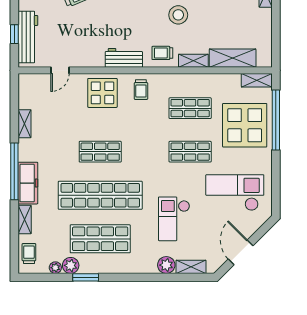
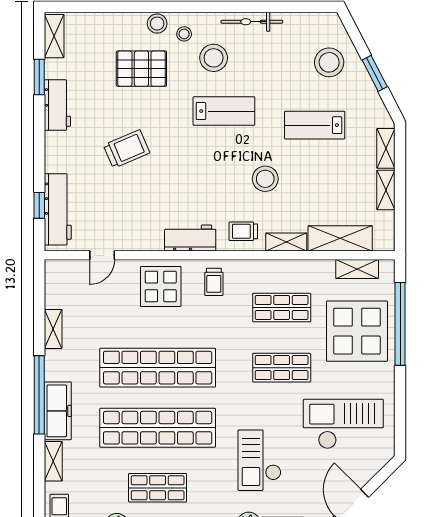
shelving: (266, 23) -> (386, 190), added
shelving: (257, 80) -> (357, 269), moved
shop shelf: (100, 152) -> (158, 368), width x2.00, depth x1.36
shop shelf: (100, 239) -> (158, 488), width x0.70, depth x0.74

